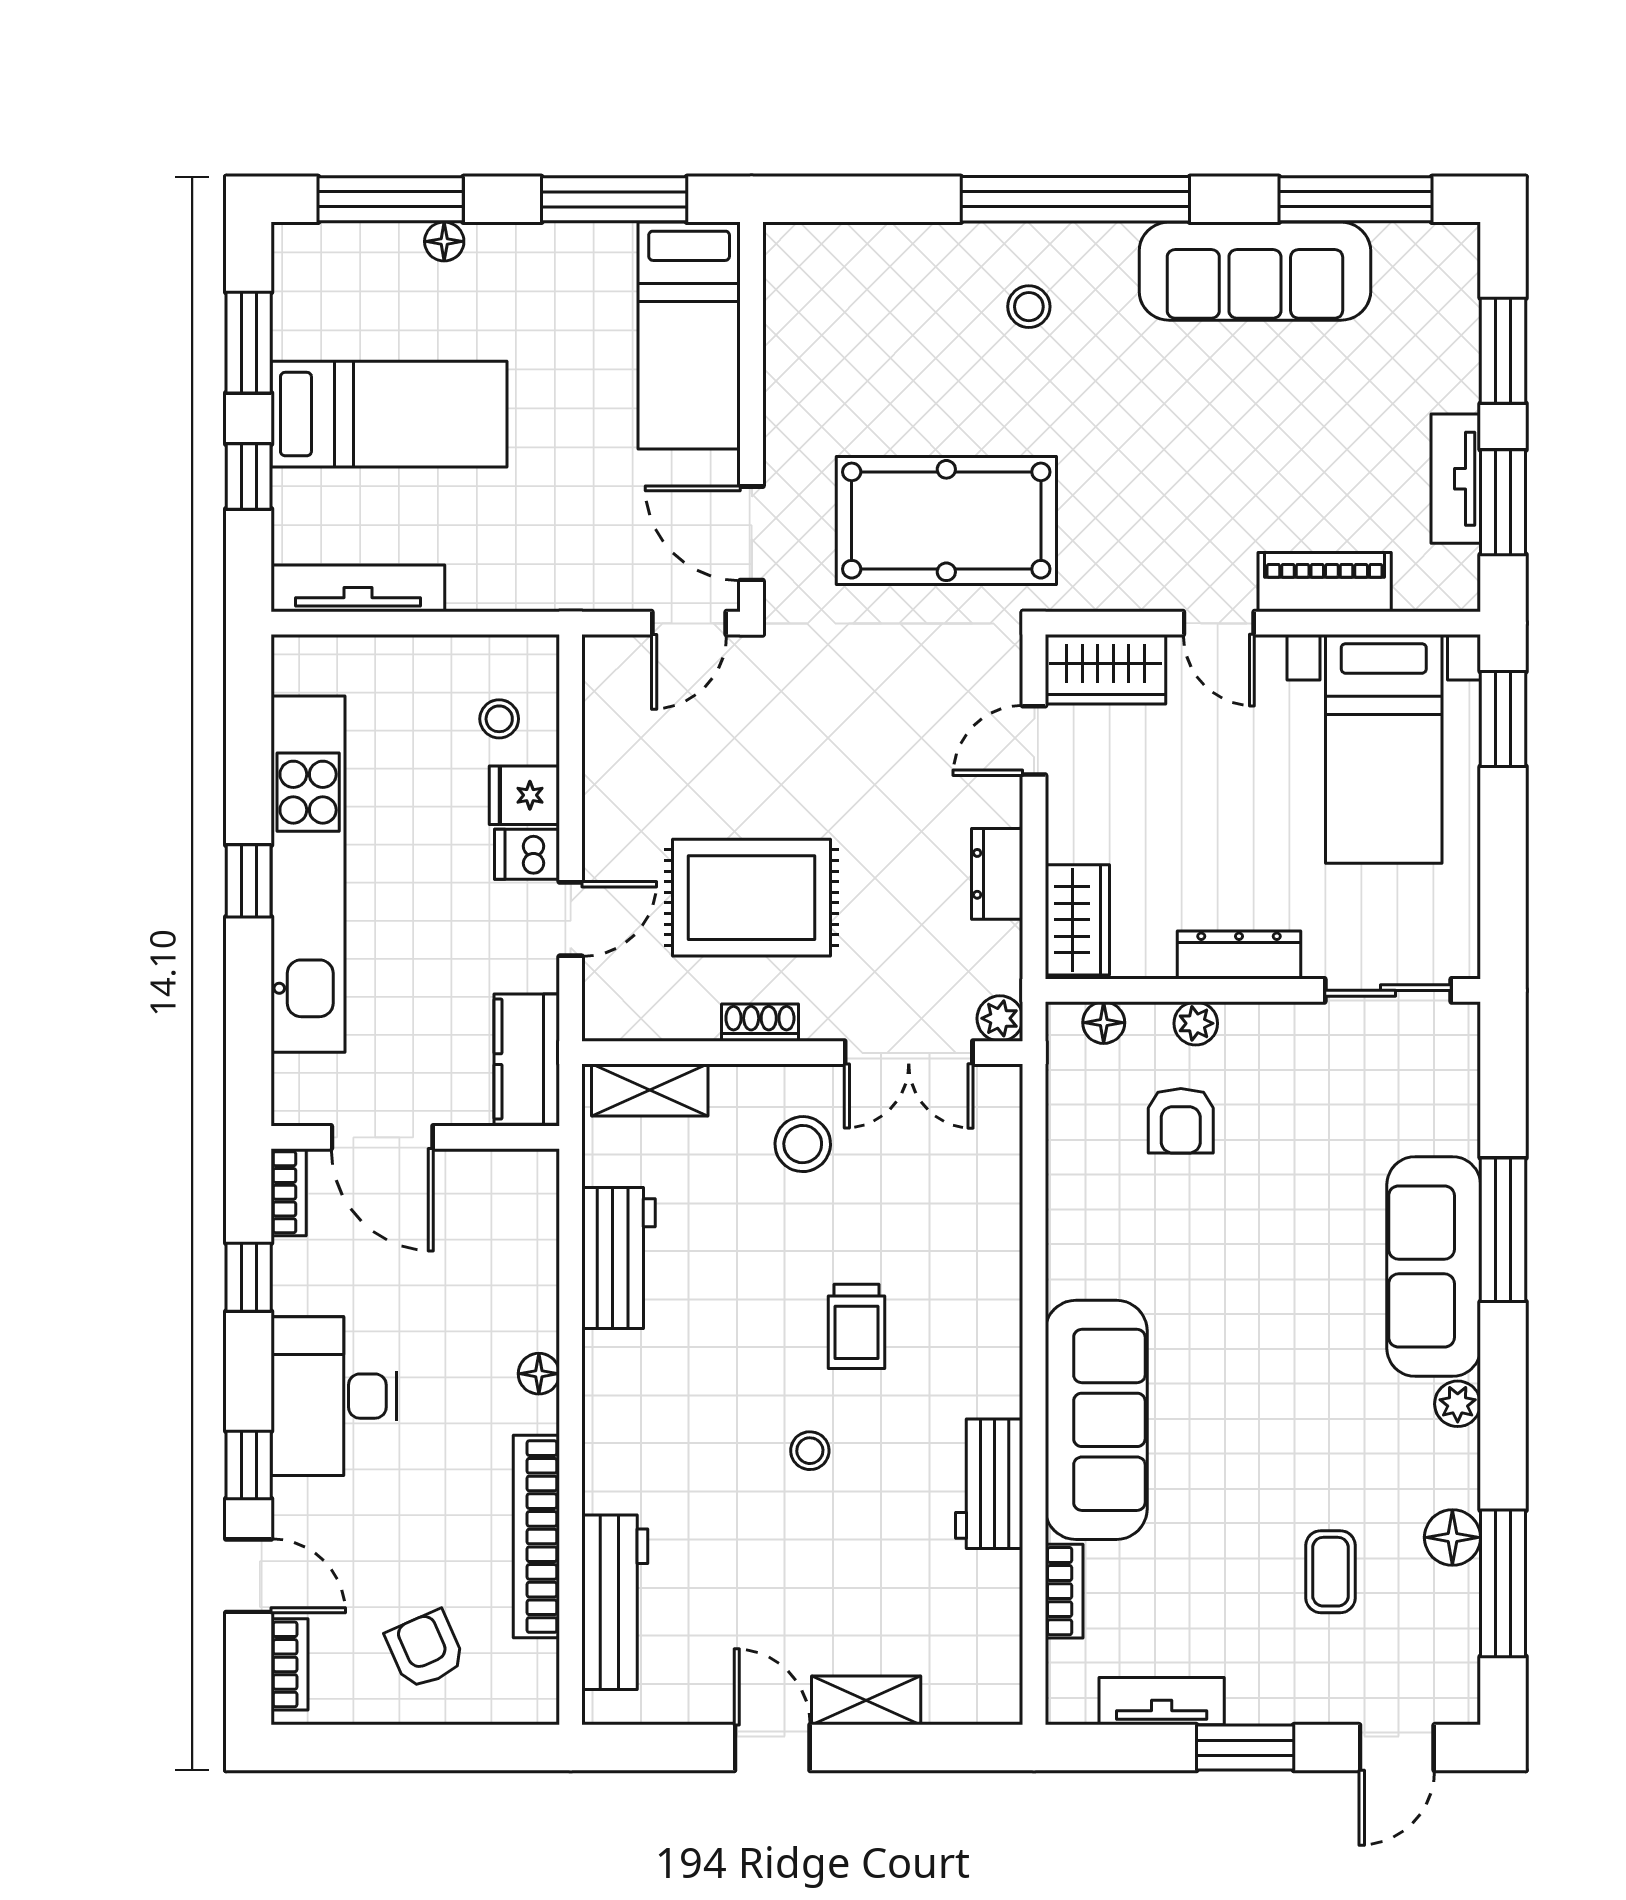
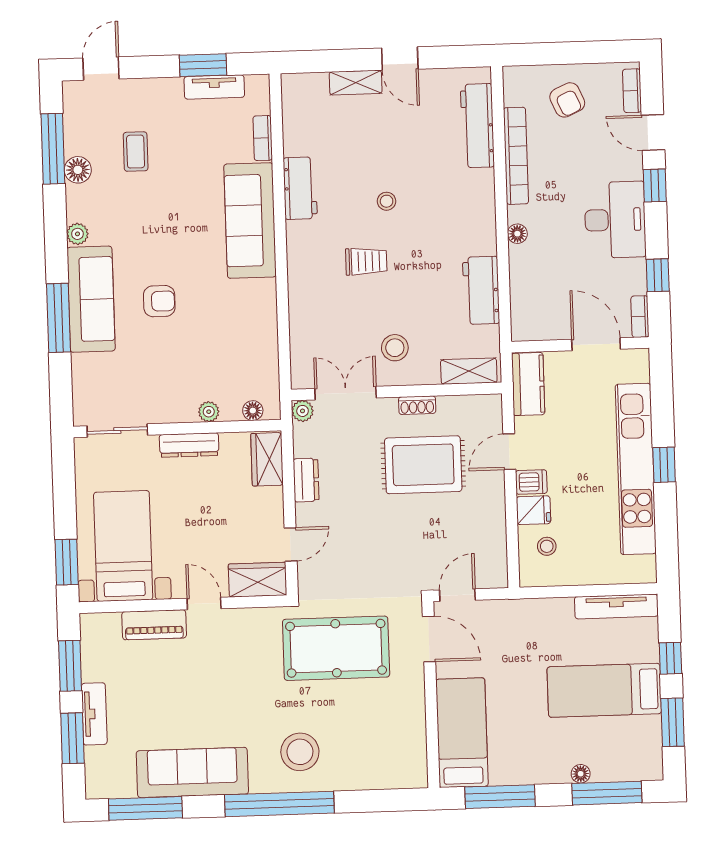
stool: (1029, 307) -> (300, 752), width x1.89, depth x1.89
tv unit: (1456, 479) -> (94, 714), moved
armchair: (1181, 1121) -> (159, 301), moved, turned 90
trolley: (857, 1326) -> (366, 261), turned 90
window: (1245, 1748) -> (203, 65), moved

